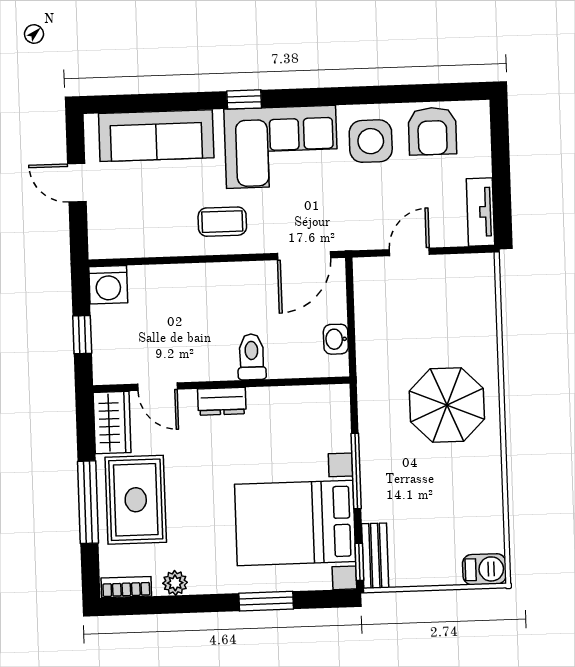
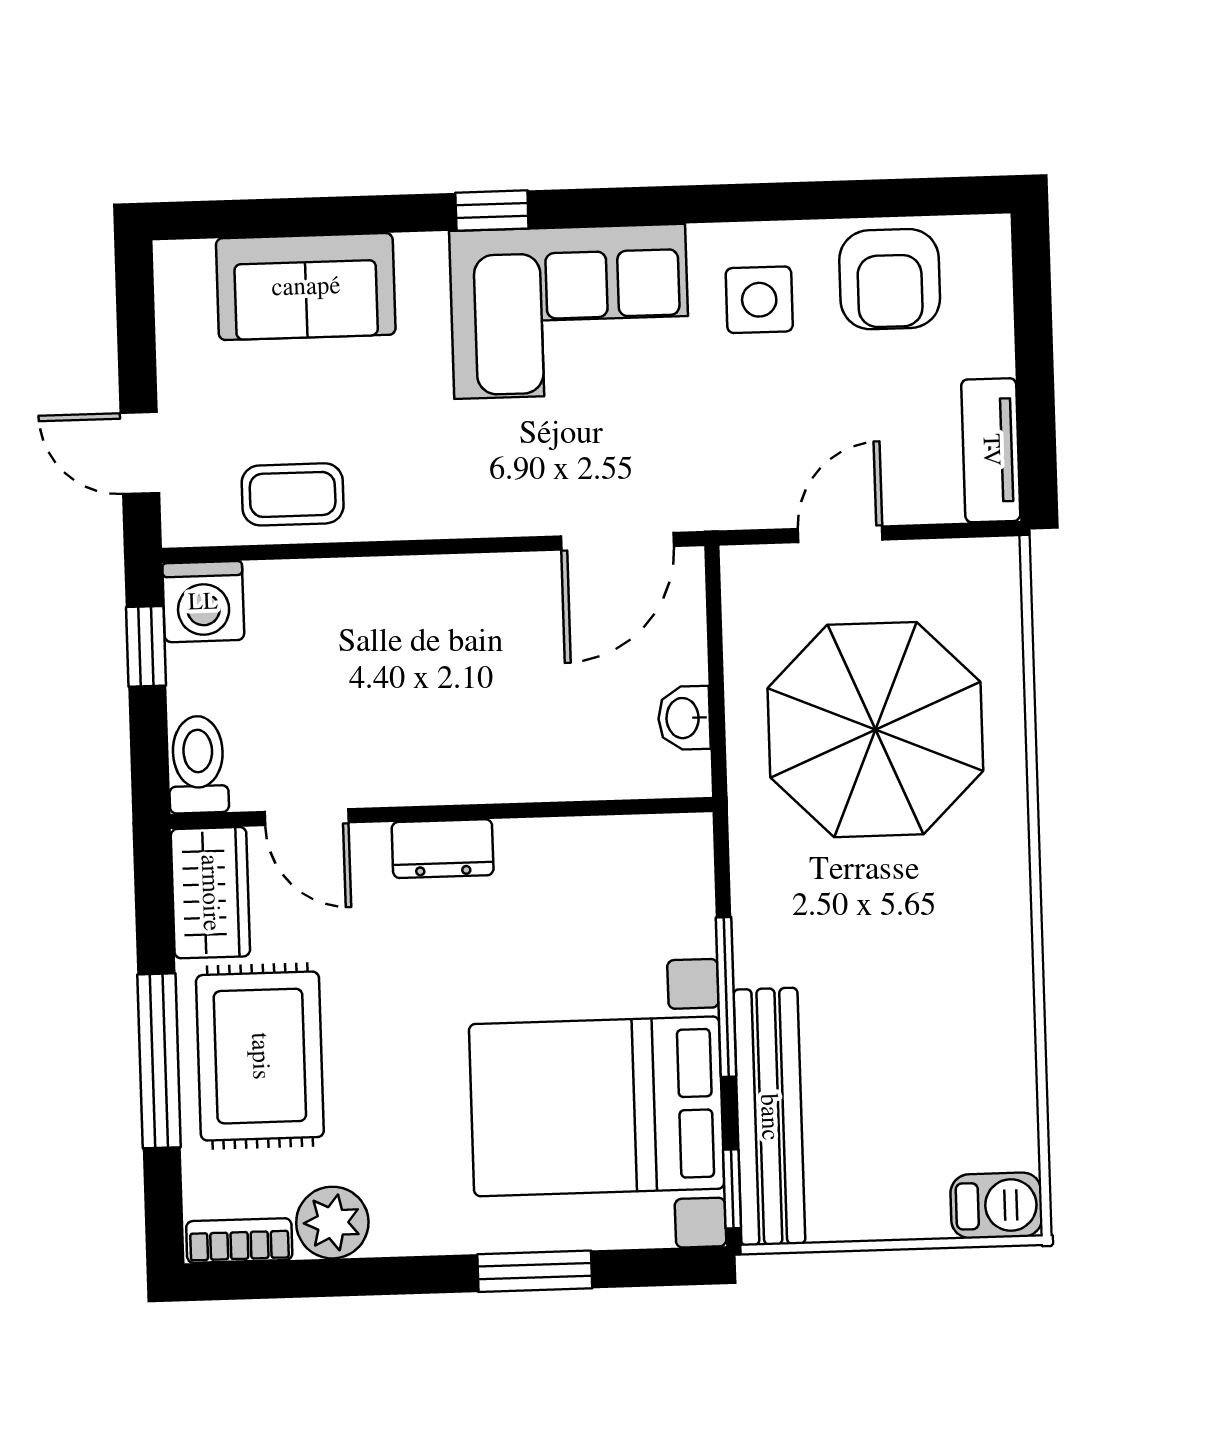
sofa: (156, 136) -> (306, 287), width x0.73
side table: (371, 141) -> (759, 300), width x0.73, depth x0.73
door: (77, 183) -> (140, 453), moved
coffee table: (222, 222) -> (293, 494), moved
window: (82, 335) -> (146, 646), moved
toilet: (252, 357) -> (198, 765), moved
parasol: (447, 405) -> (875, 730), moved, width x1.36, depth x1.36
bench: (375, 556) -> (769, 1117), width x1.86, depth x1.21
plant: (175, 583) -> (332, 1223), width x1.38, depth x1.38

